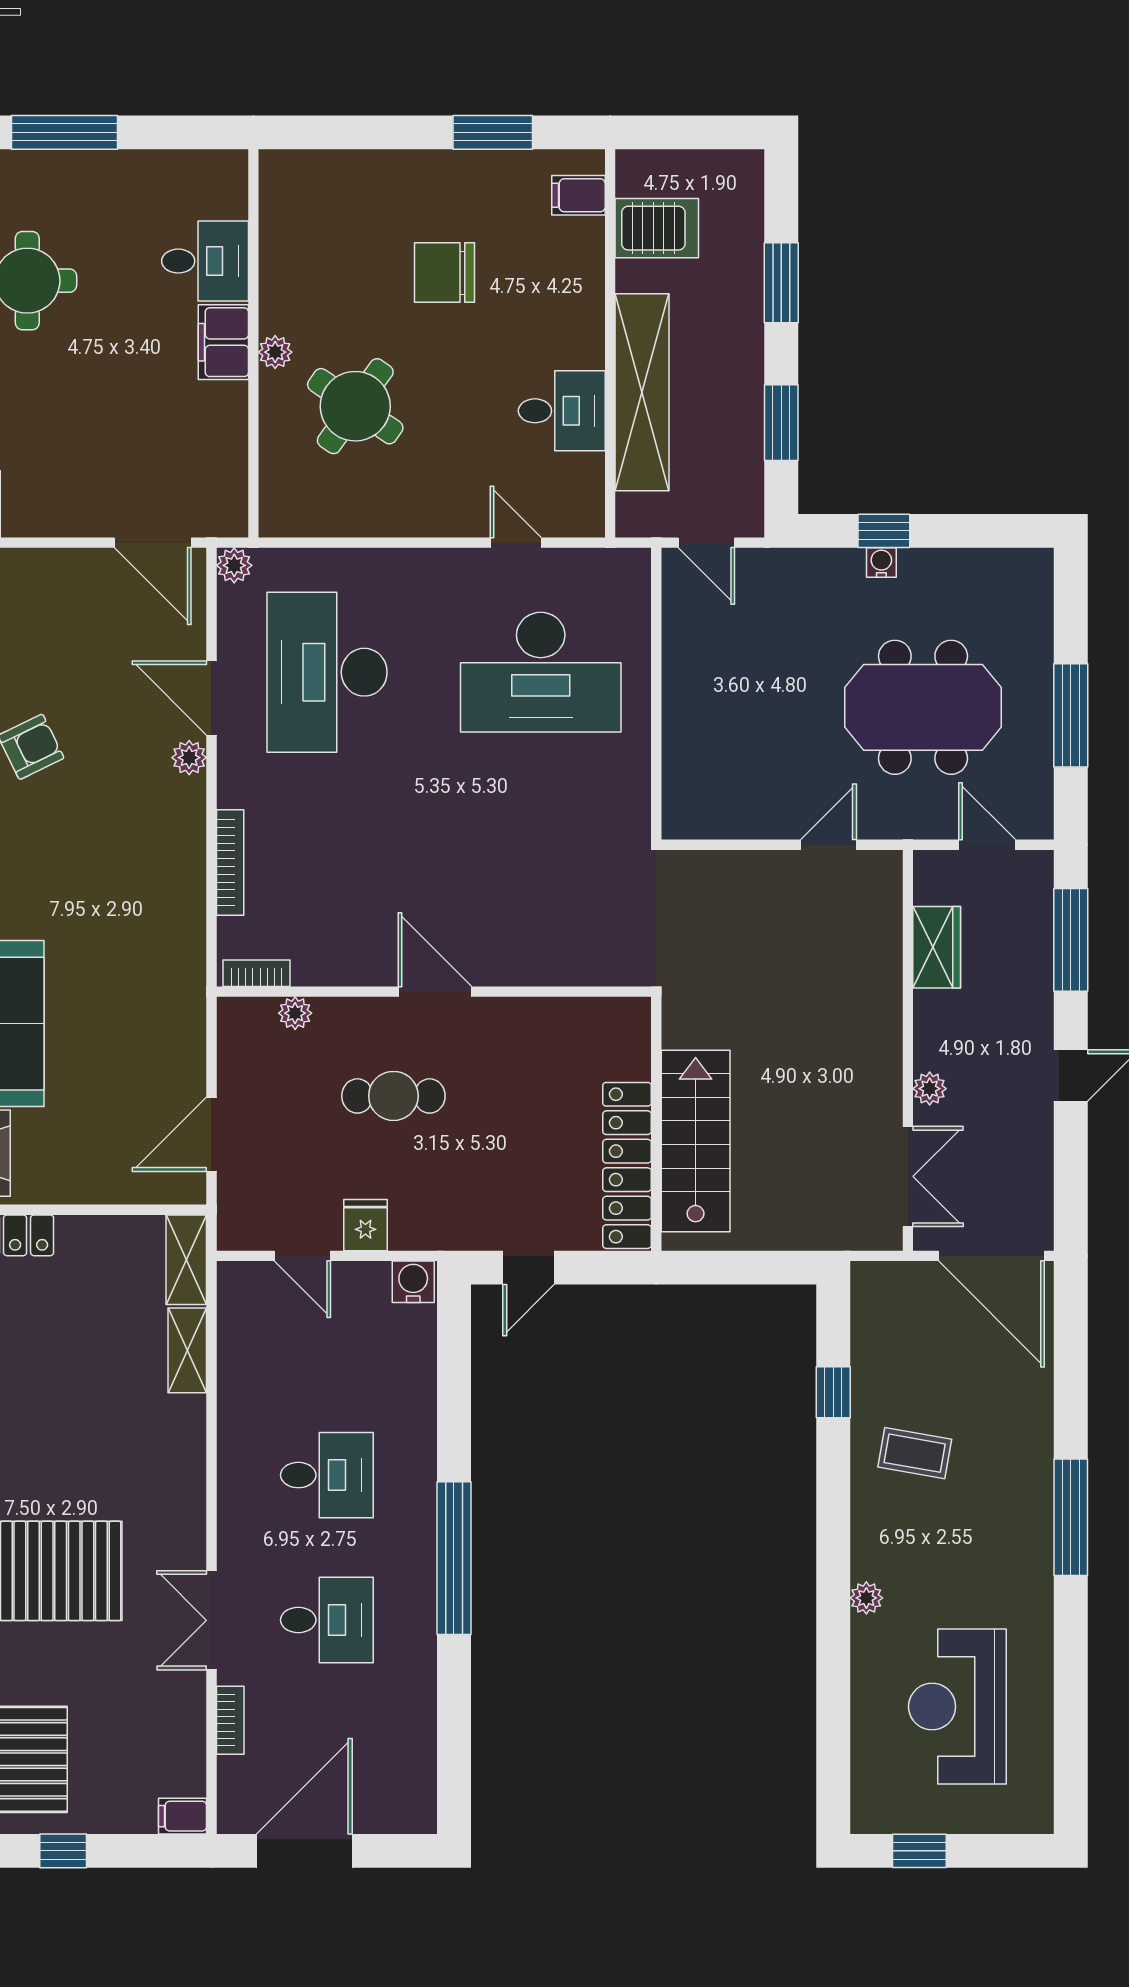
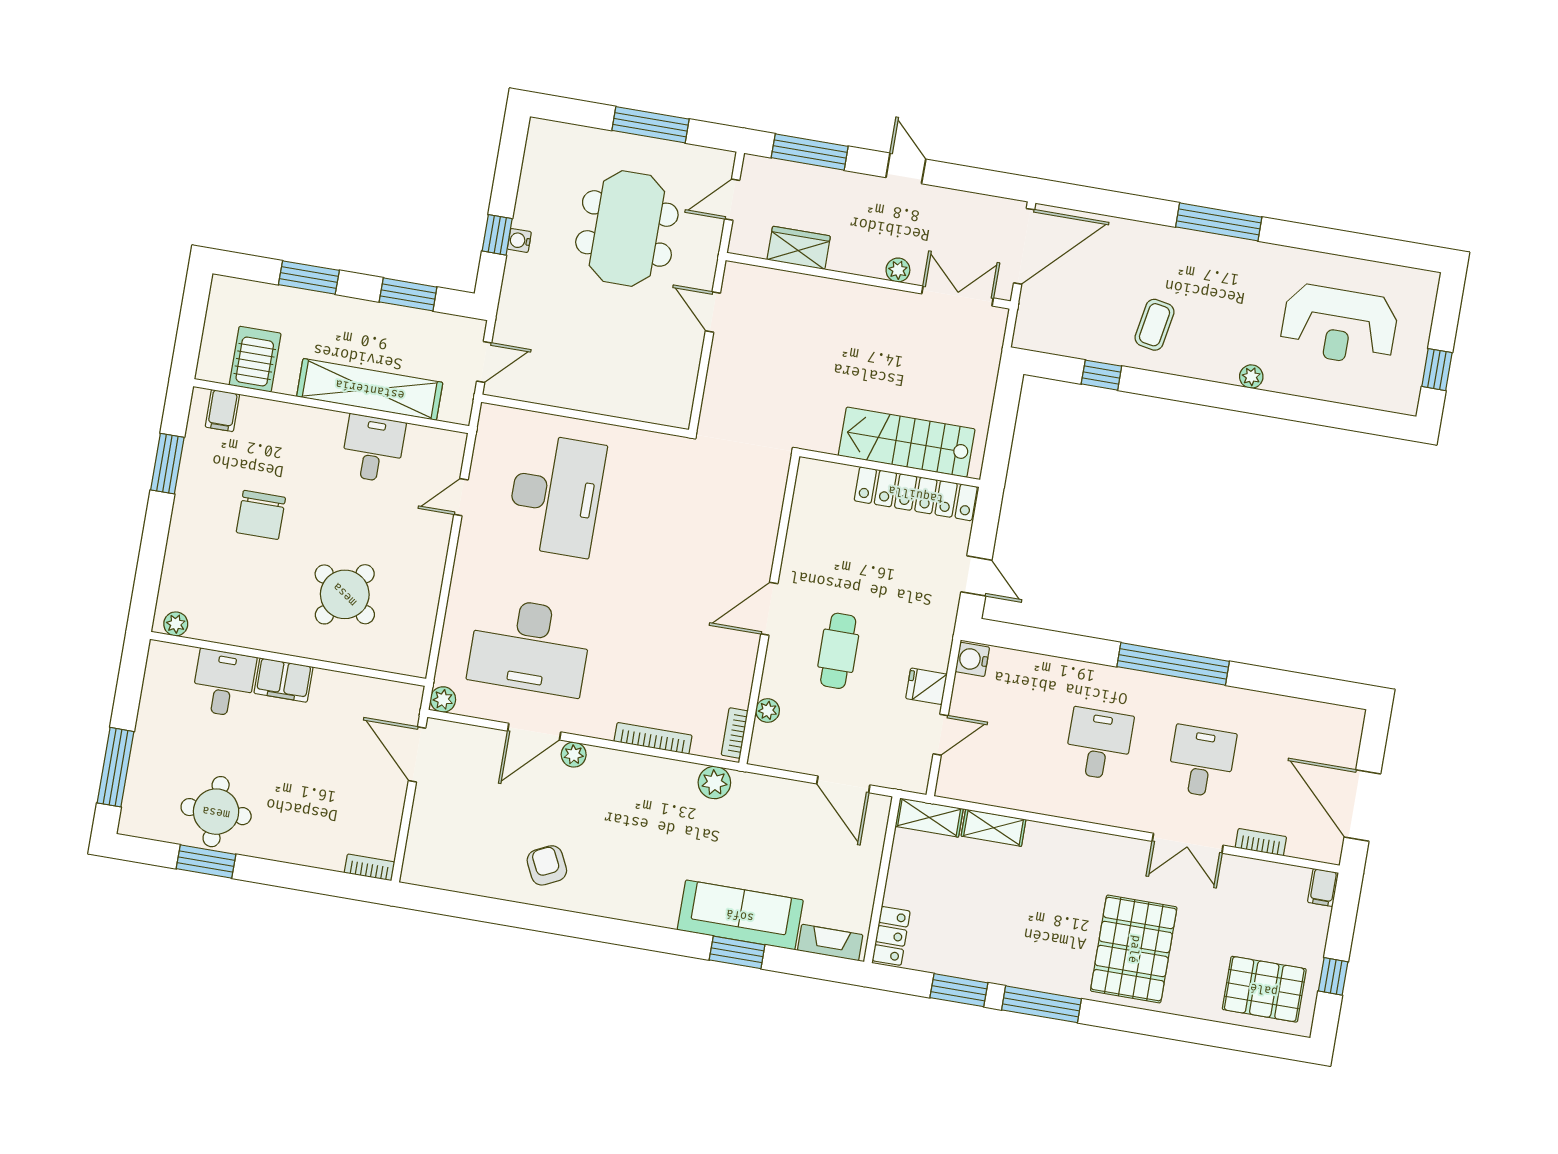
plant: (275, 352) -> (176, 624), moved
door: (153, 543) -> (417, 754), swing flipped
plant: (184, 957) -> (714, 783), added

